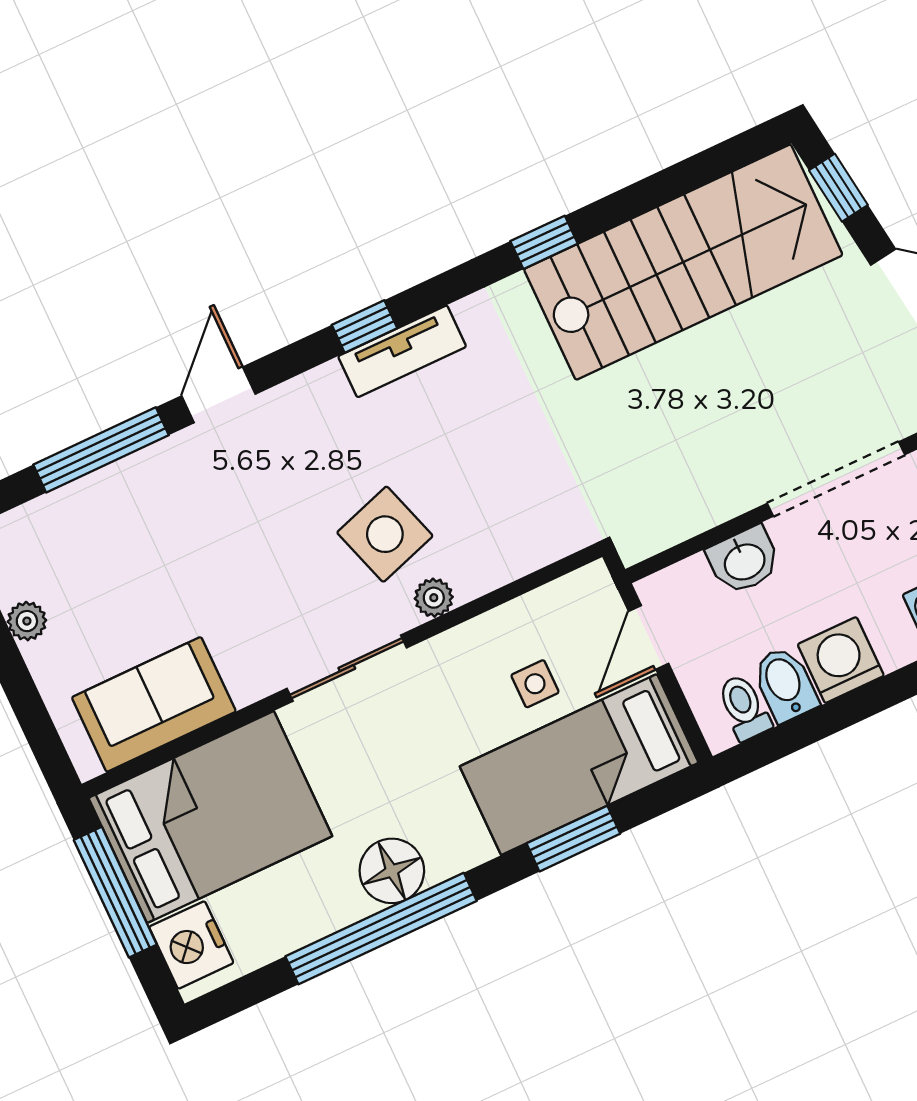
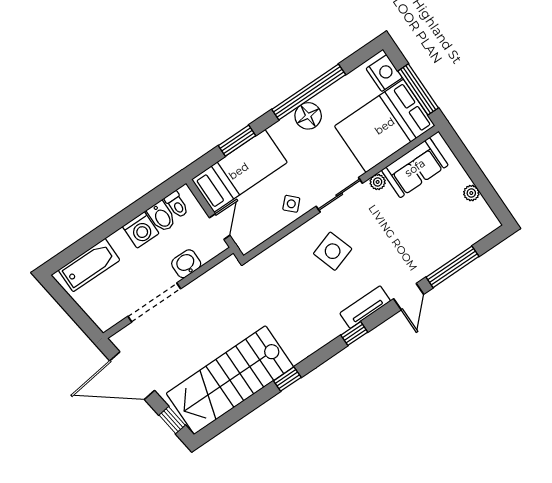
tv unit: (402, 351) -> (365, 307), moved
plant: (434, 598) -> (378, 182), moved
side table: (535, 684) -> (291, 204), moved, turned 45

